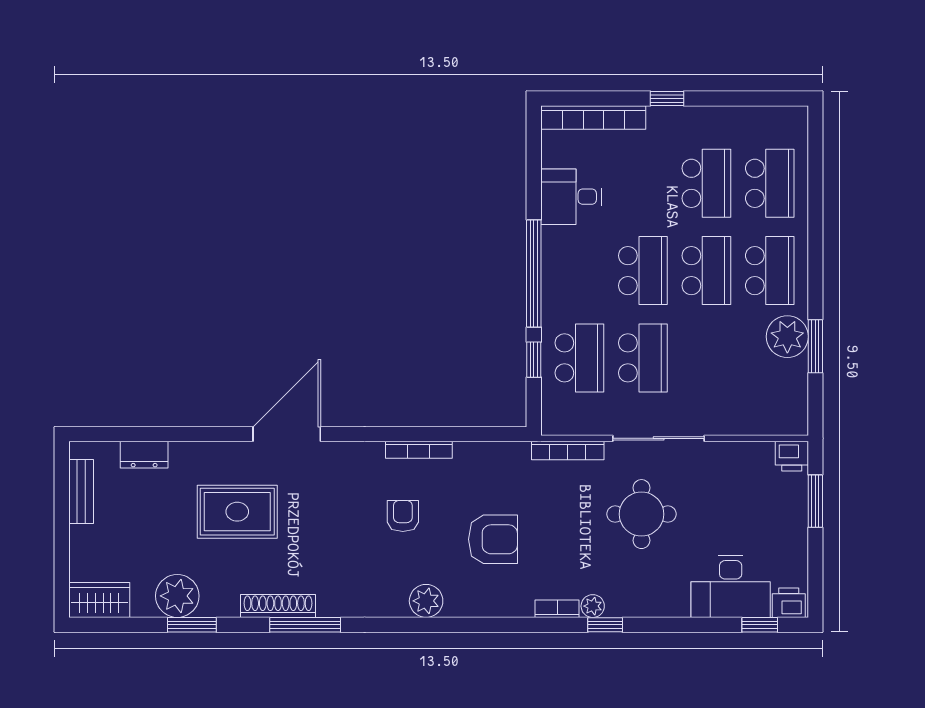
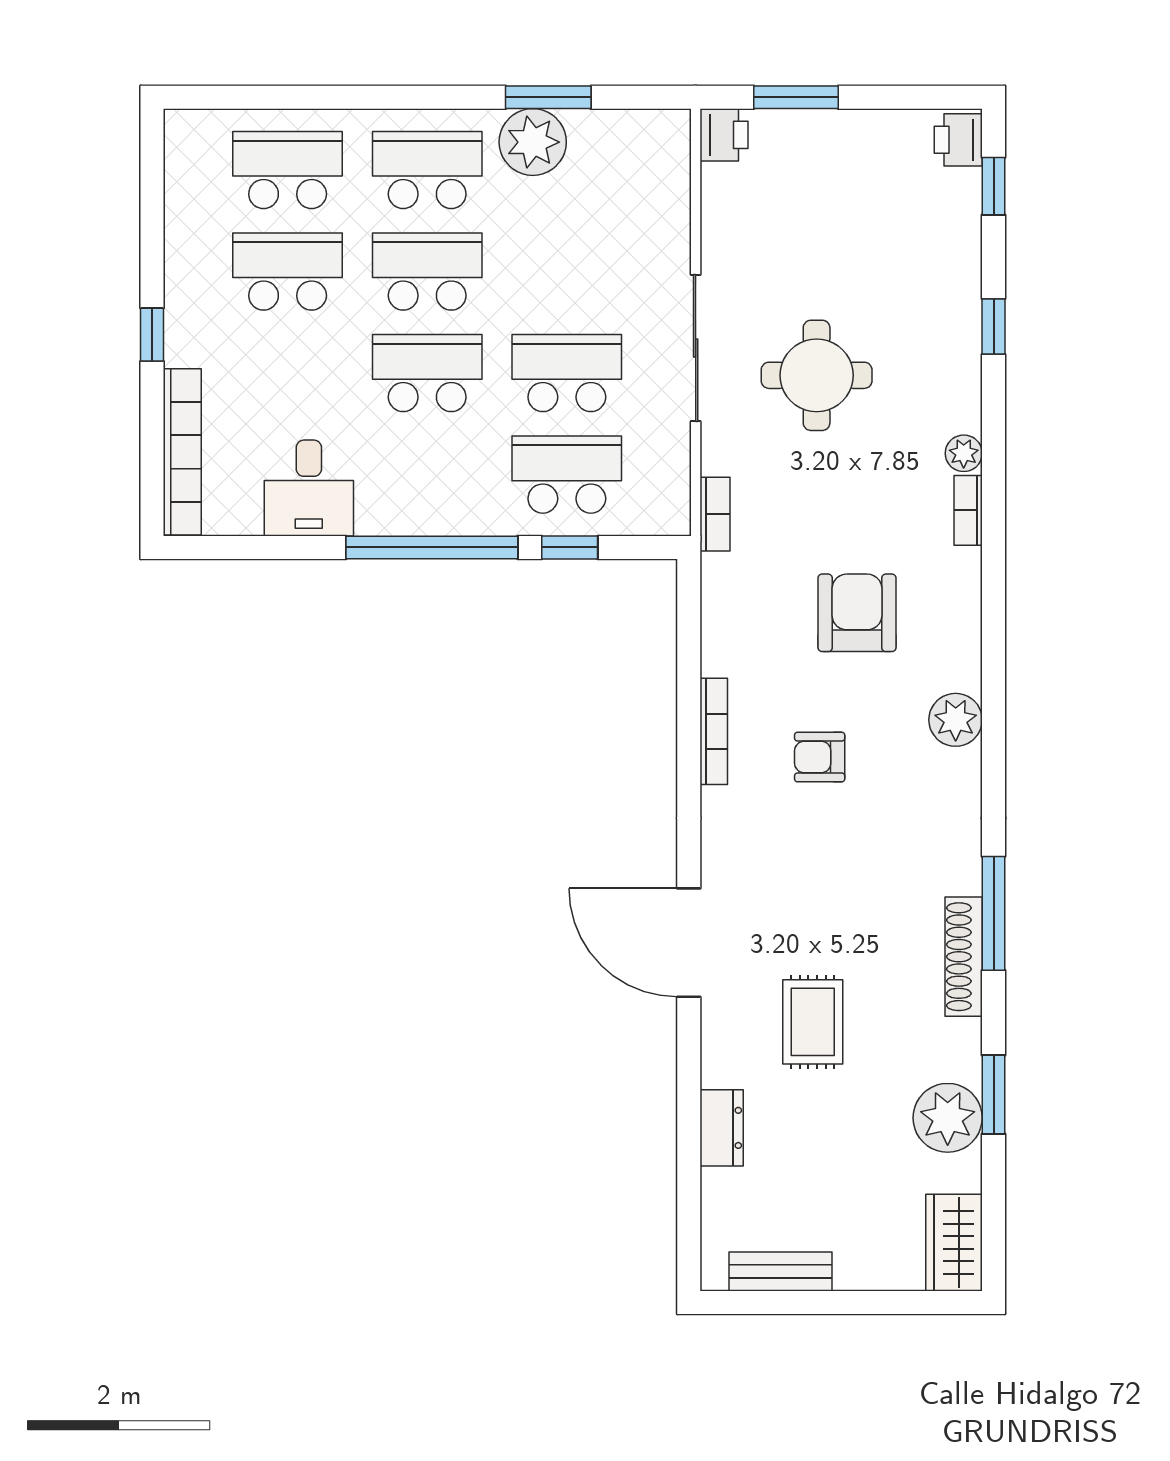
bookcase: (568, 451) -> (715, 514), width x0.64
dresser: (144, 455) -> (722, 1128), moved
rug: (237, 512) -> (813, 1022), width x0.73, depth x0.70
desk: (731, 587) -> (933, 233), removed
window: (605, 625) -> (994, 327), moved

